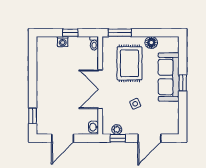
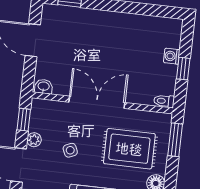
plant: (117, 129) -> (34, 140), moved

